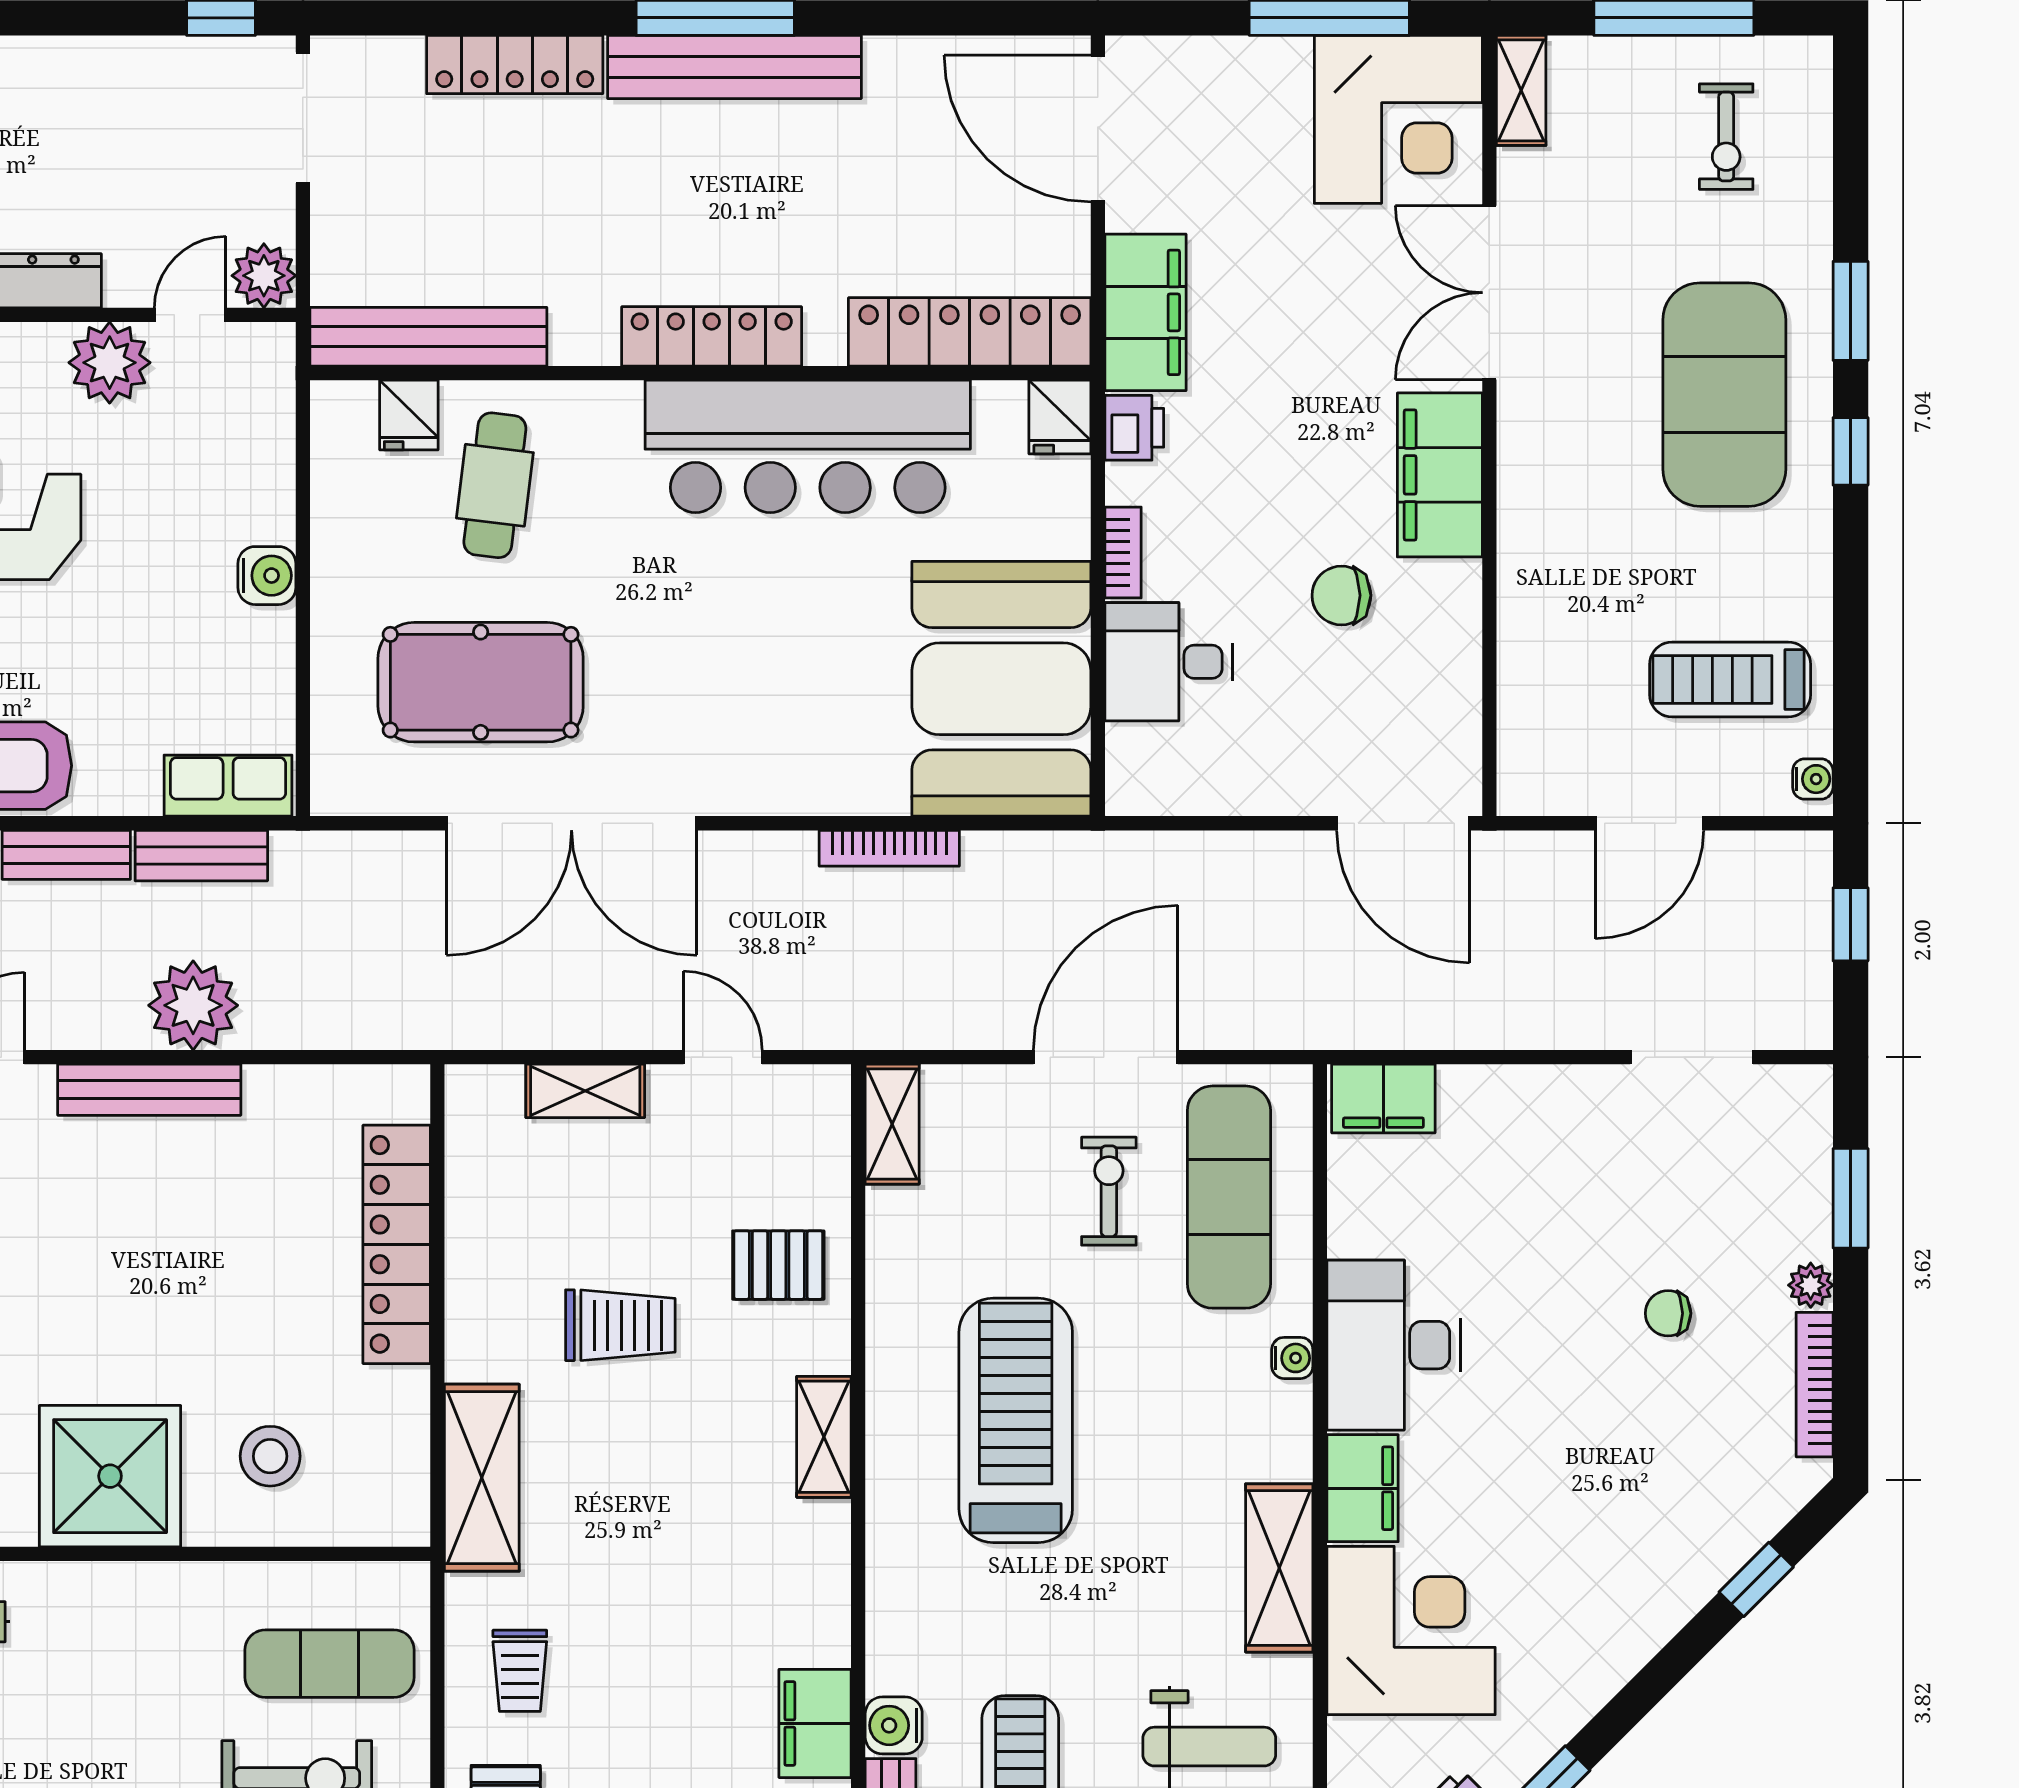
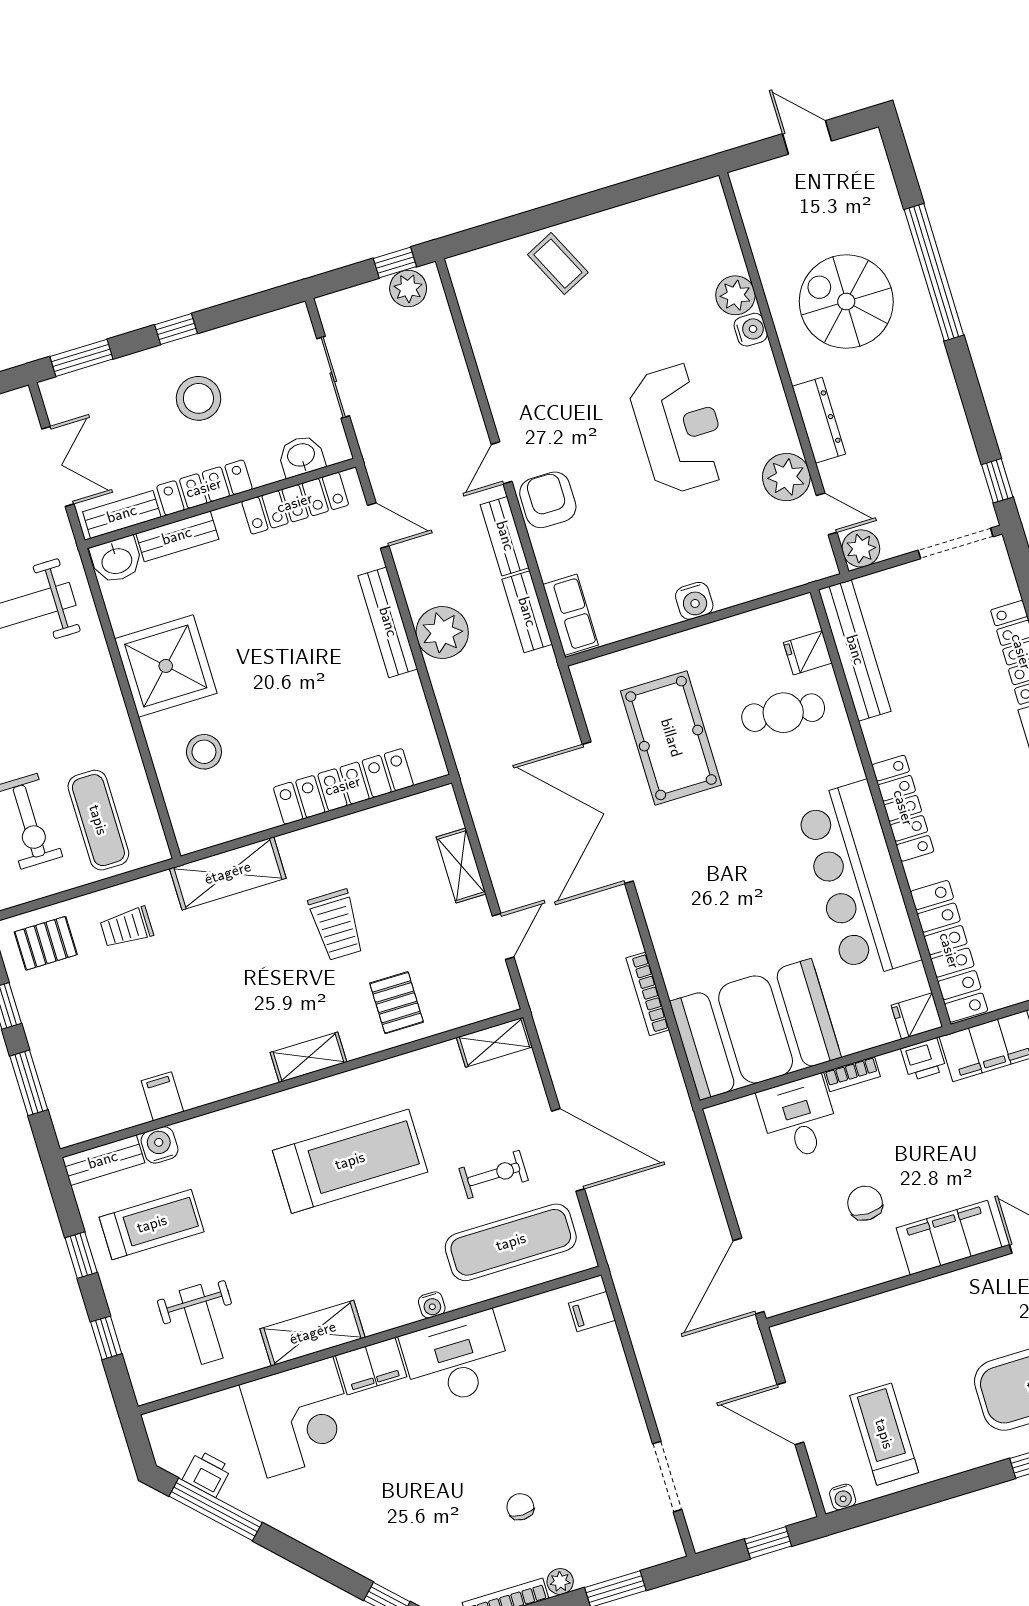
filing cabinet: (1383, 1099) -> (592, 1312), width x0.50
filing cabinet: (815, 1723) -> (162, 1096), width x0.50

